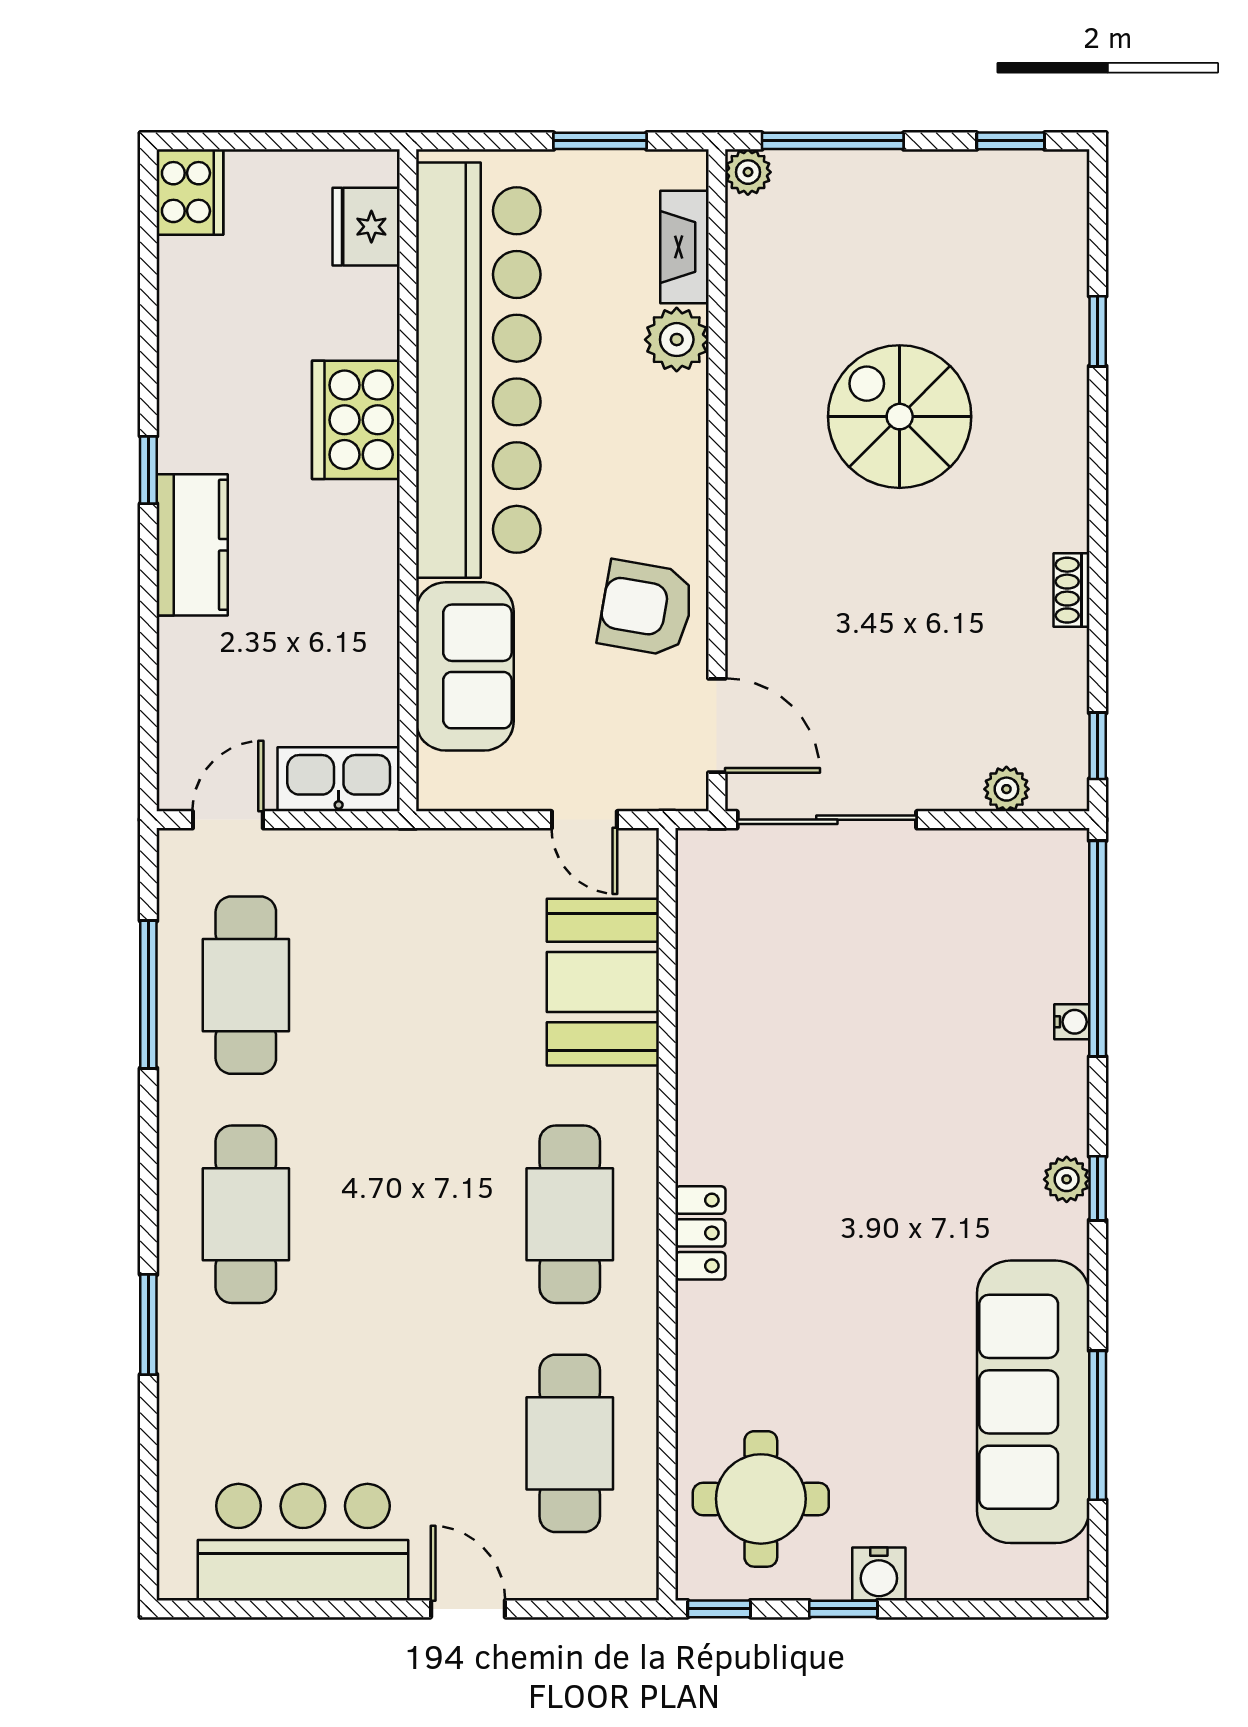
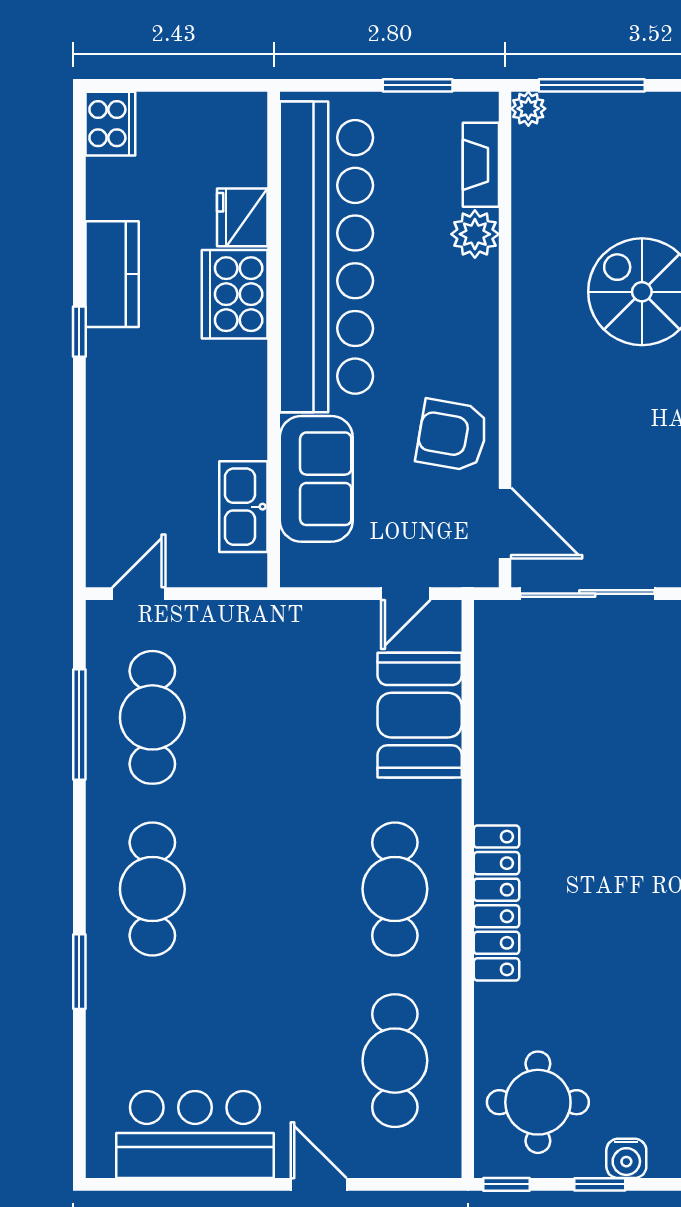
fridge: (366, 227) -> (242, 217), moved
kitchen counter: (192, 545) -> (112, 274), moved
kitchen sink: (339, 779) -> (243, 507), moved, turned -90
door: (584, 820) -> (406, 594), hinge flipped
locker: (700, 1233) -> (497, 903), width x2.16, depth x1.21

